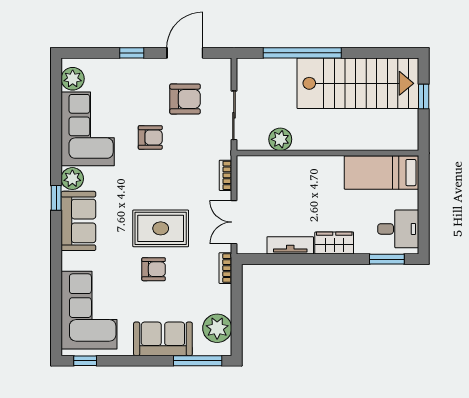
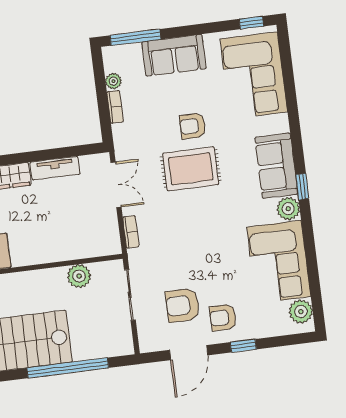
armchair: (150, 137) -> (223, 318), moved
bookcase: (225, 268) -> (115, 107), moved
plant: (217, 328) -> (113, 81), width x0.53, depth x0.53

